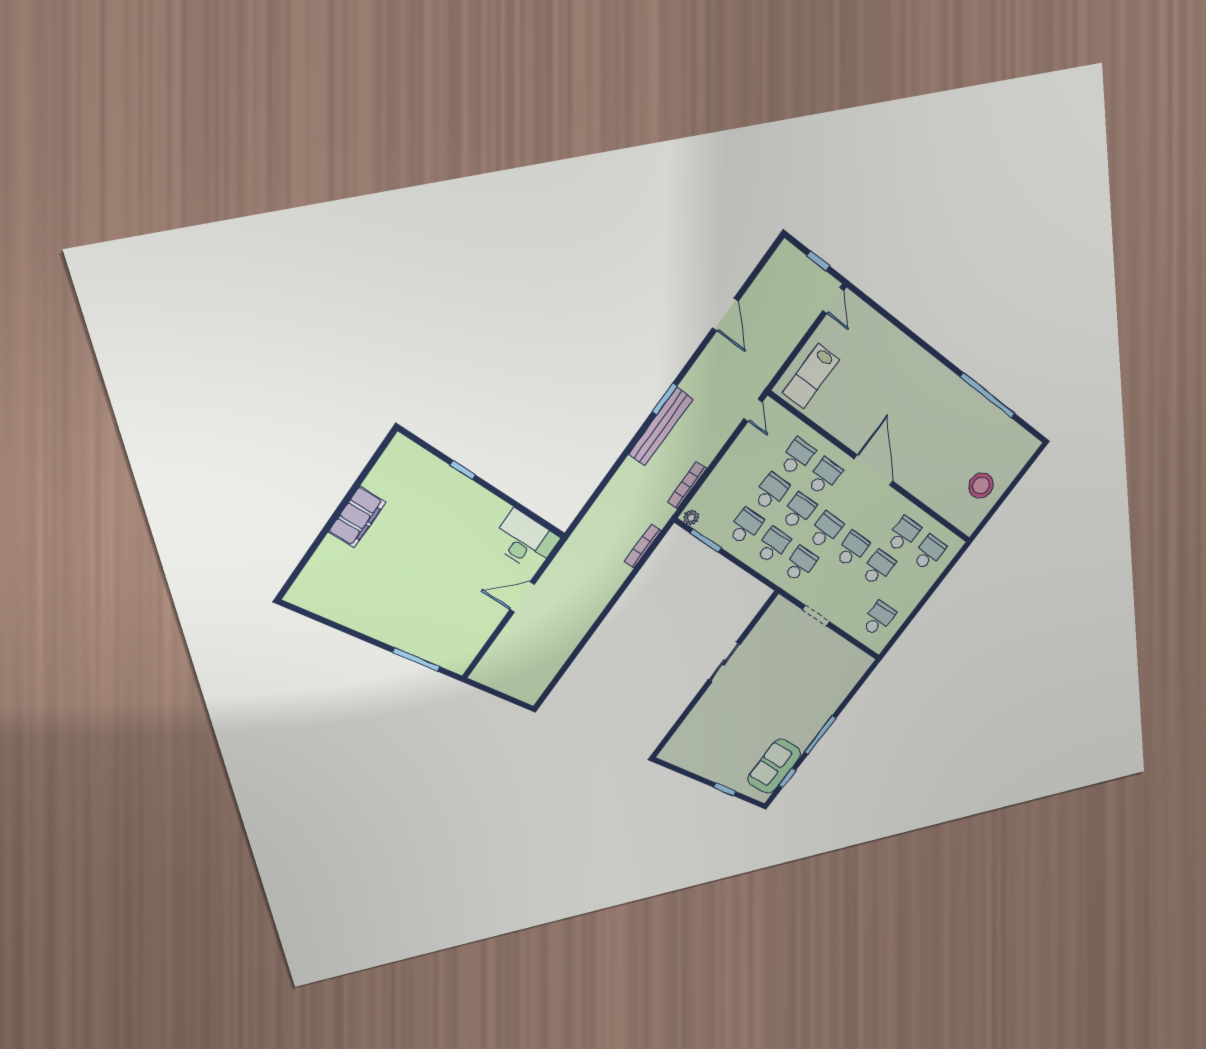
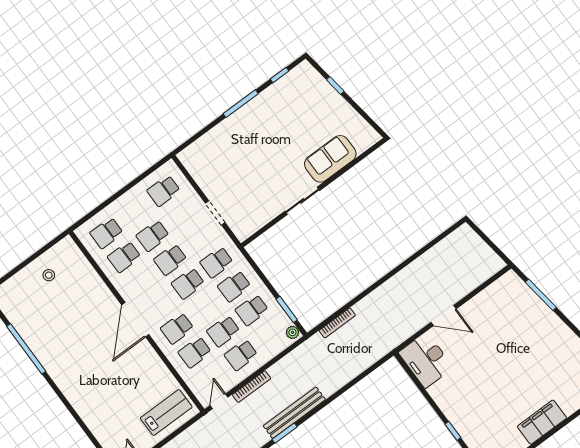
bookcase: (687, 485) -> (252, 387), moved
stool: (981, 485) -> (49, 275), width x0.53, depth x0.53
school desk: (798, 511) -> (241, 355), moved
sofa: (774, 766) -> (330, 159), moved, turned 180

